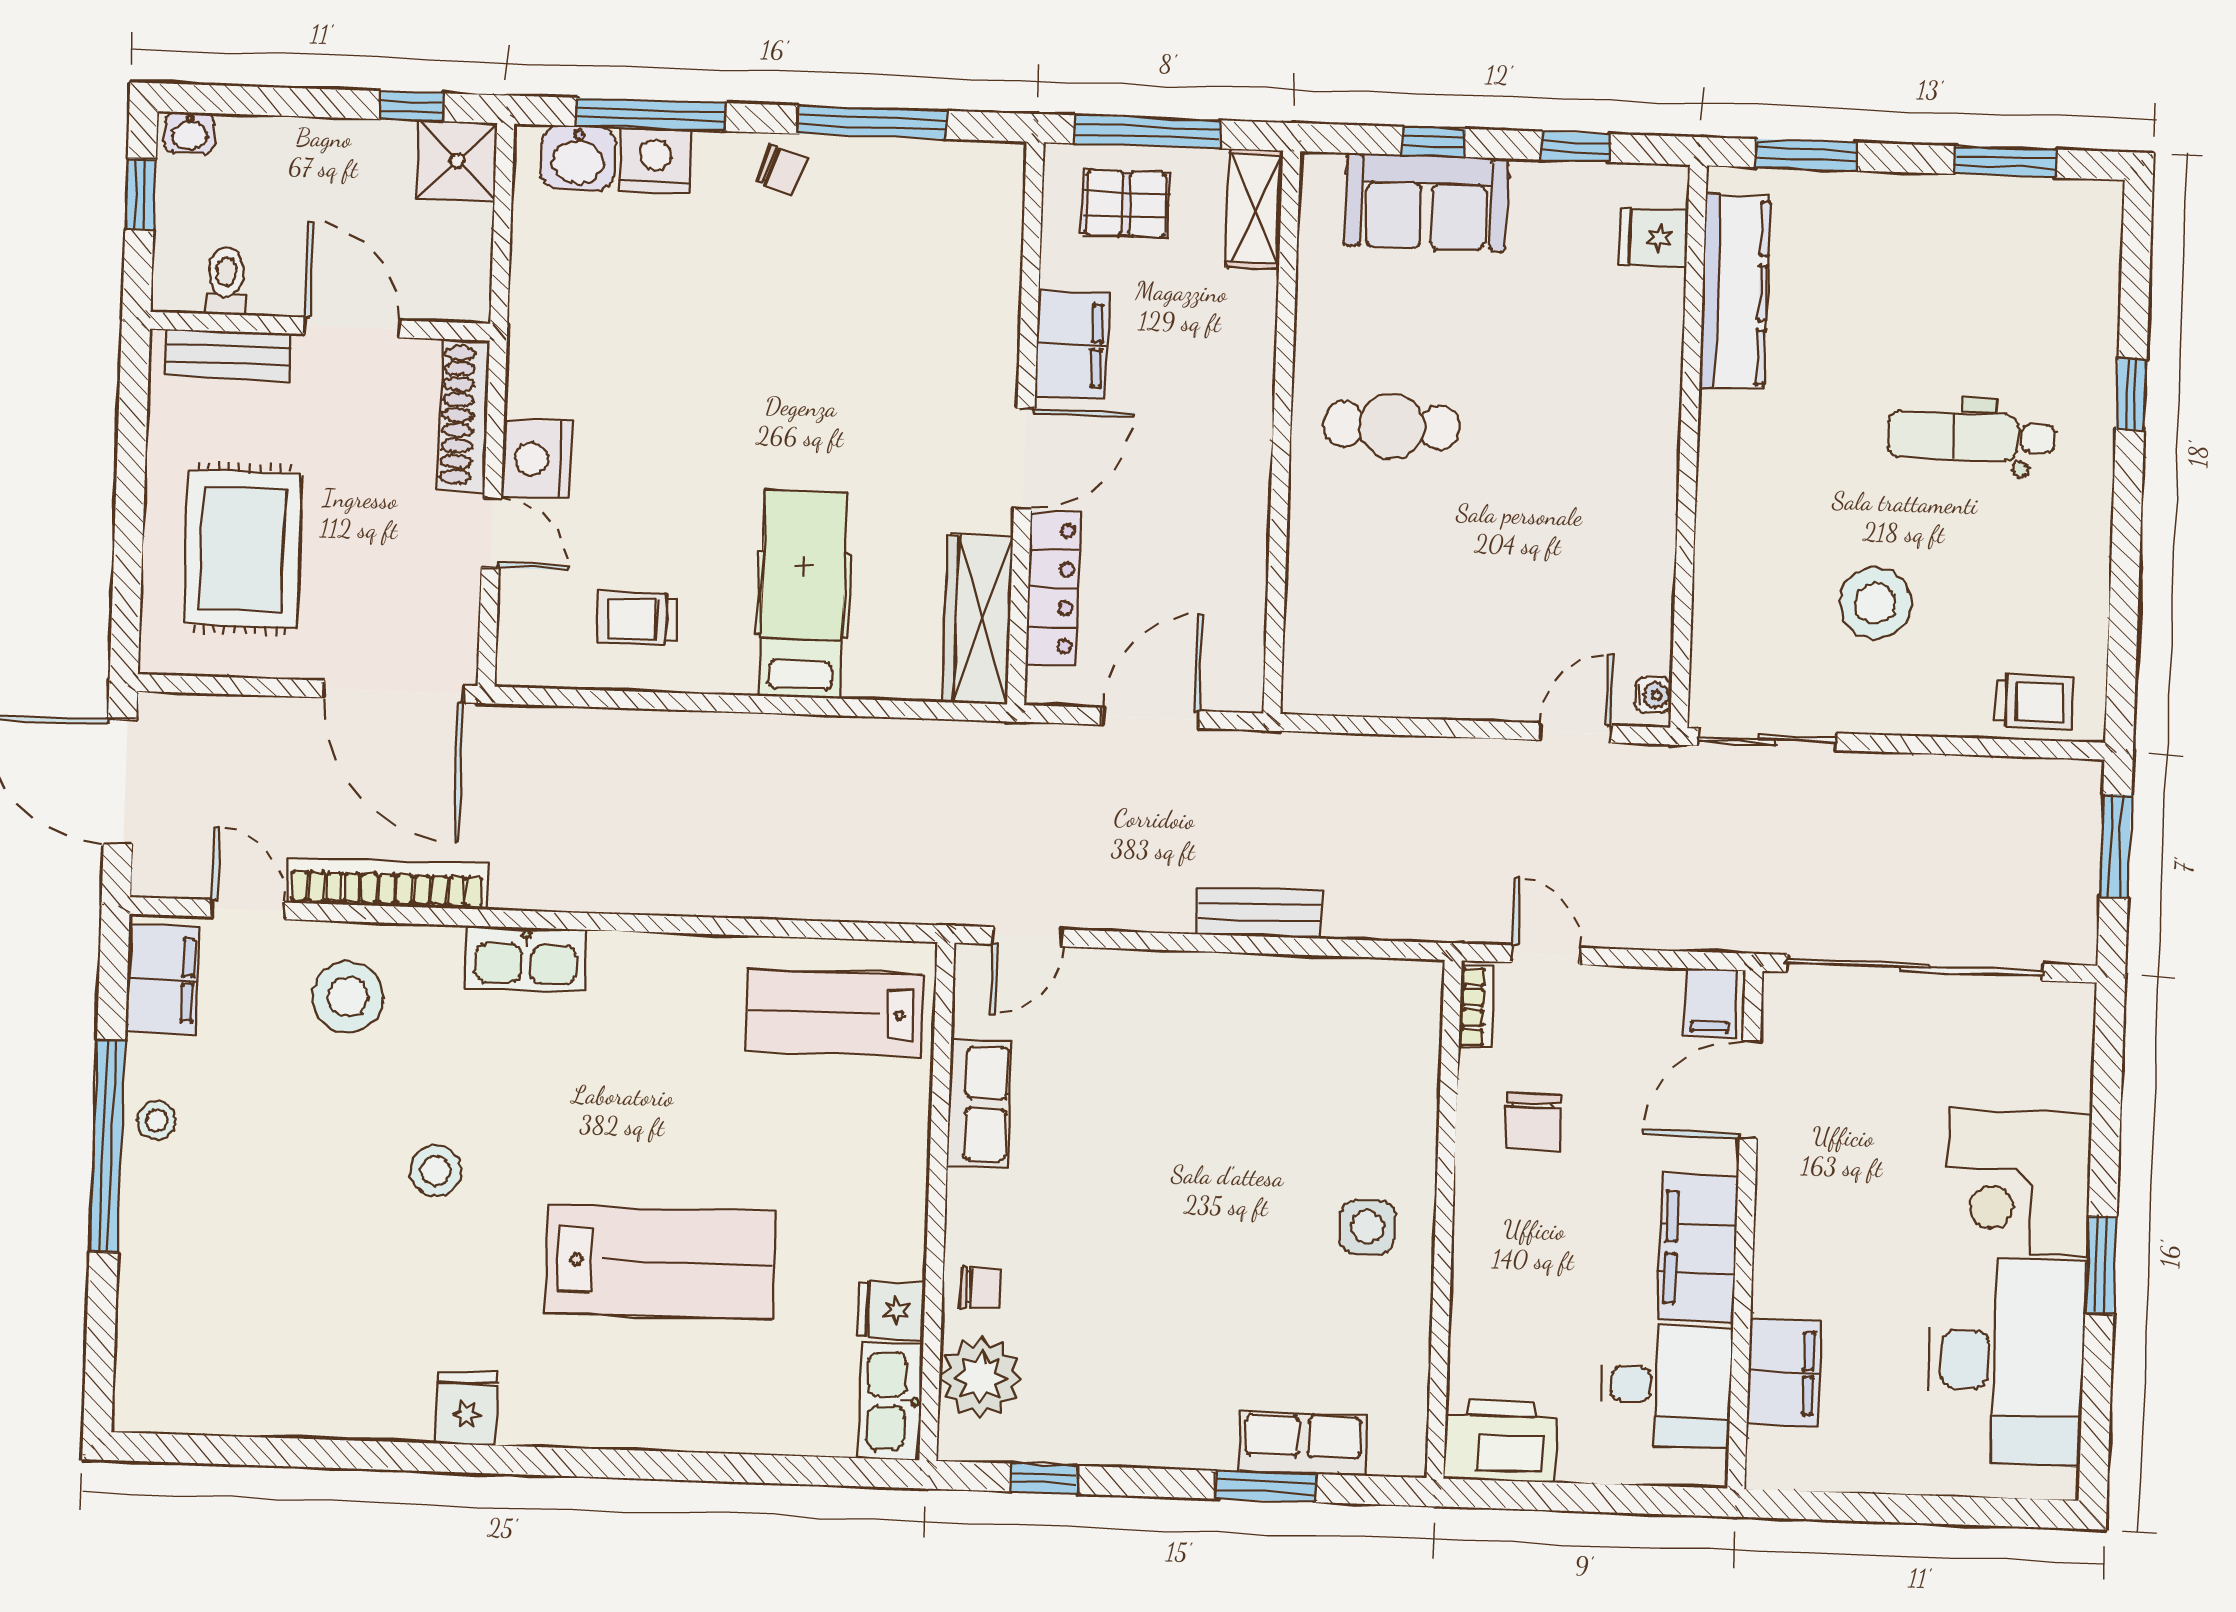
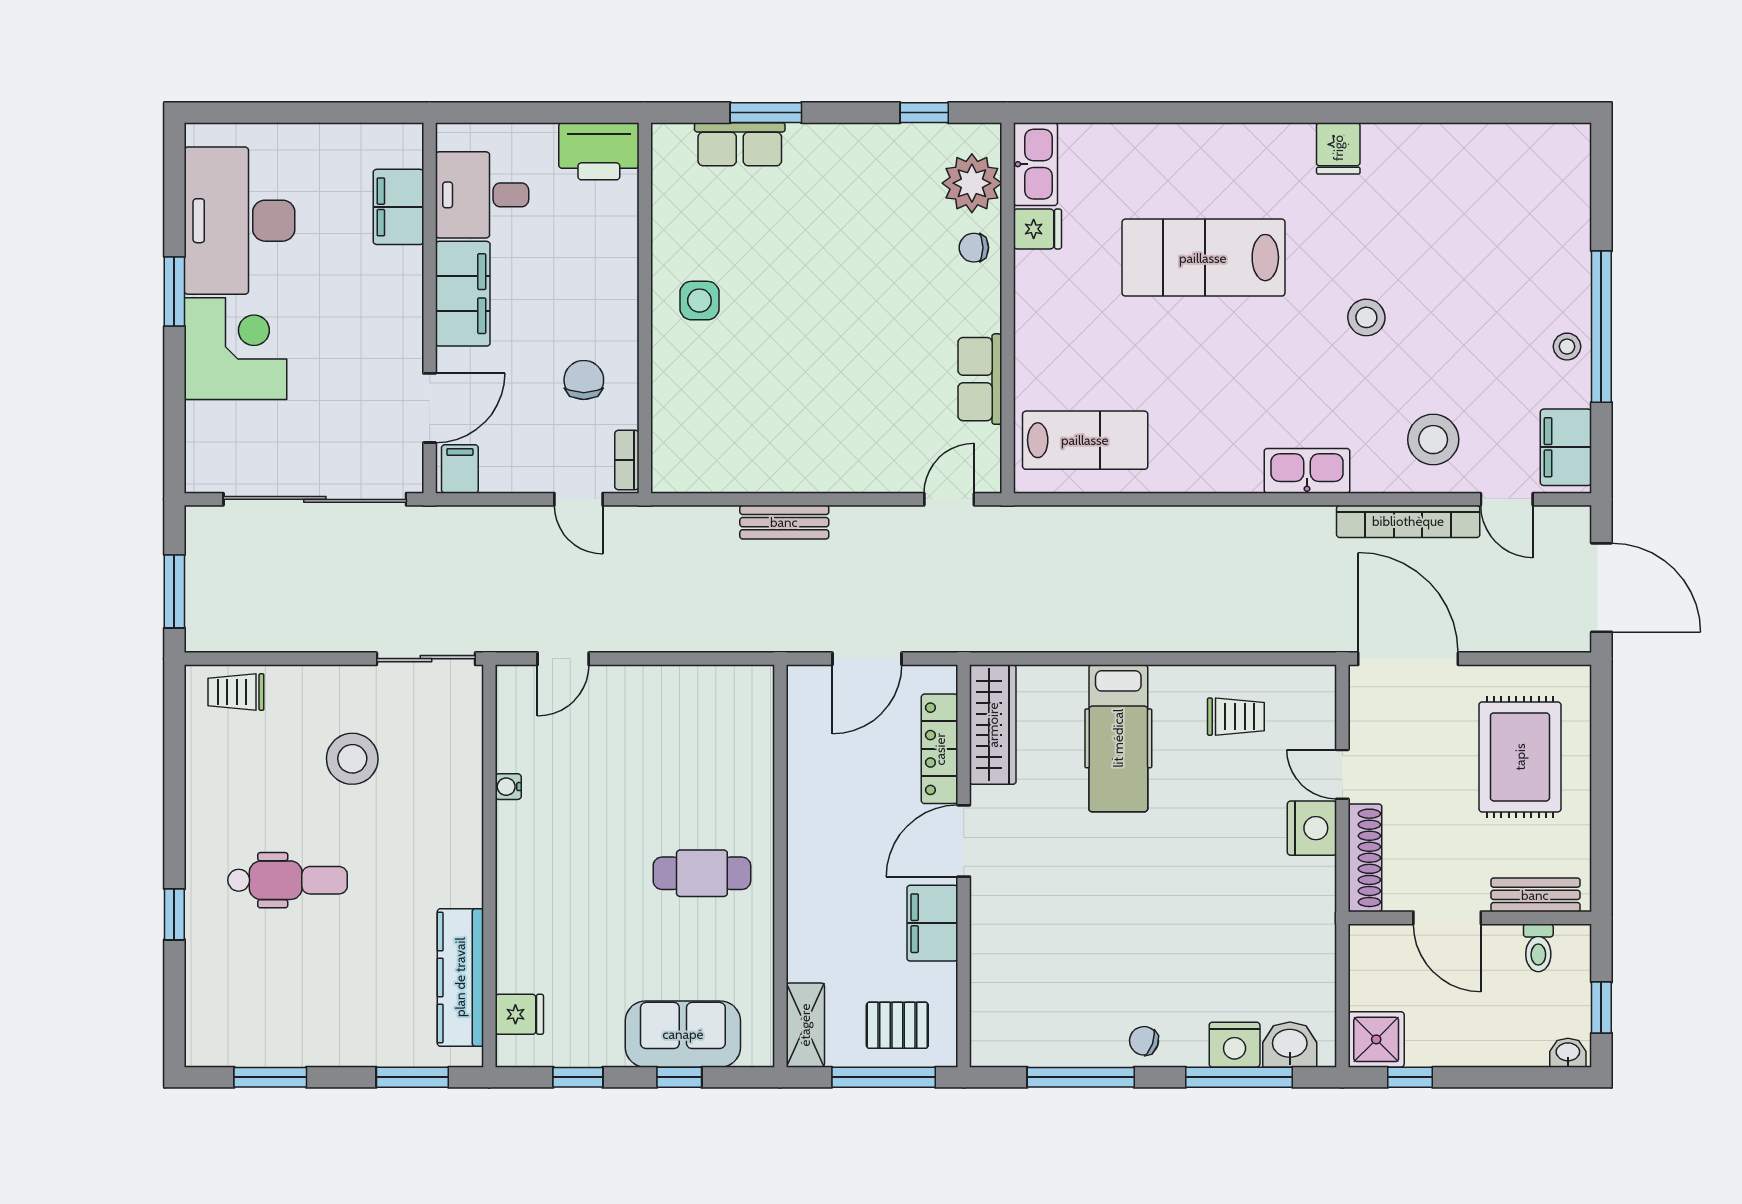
water cooler: (1653, 695) -> (508, 787), moved

